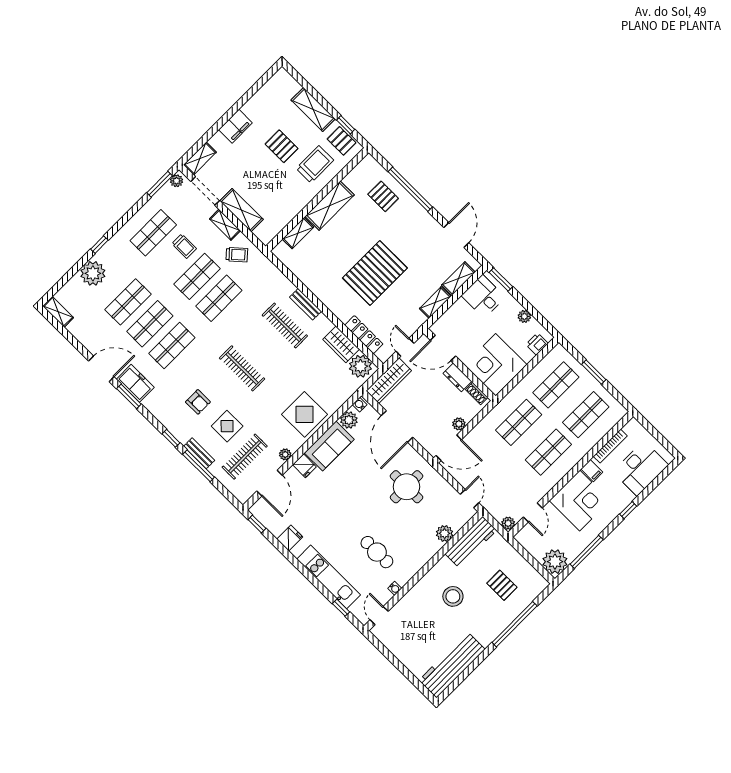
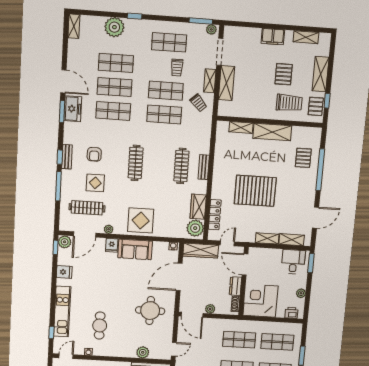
shelving: (200, 158) -> (306, 37), moved
plant: (349, 420) -> (65, 242), moved
bench: (199, 453) -> (67, 157), moved

